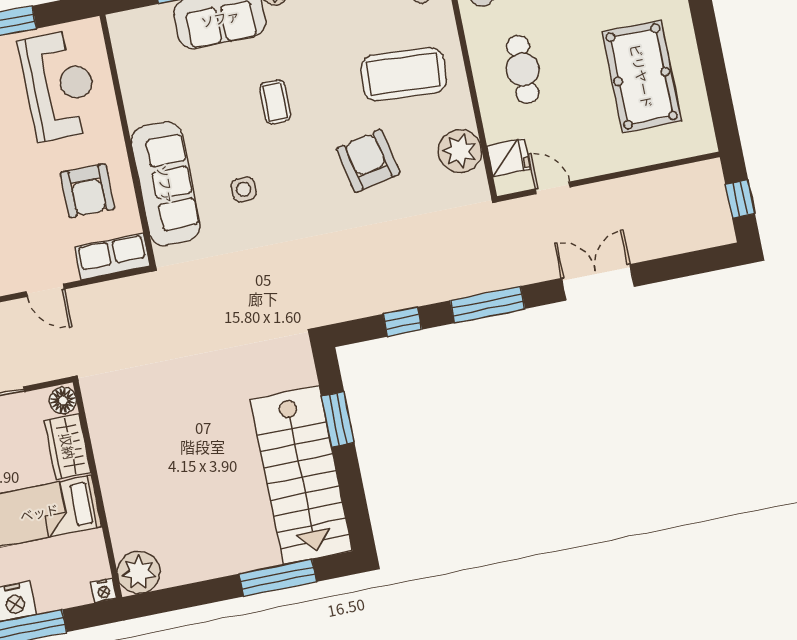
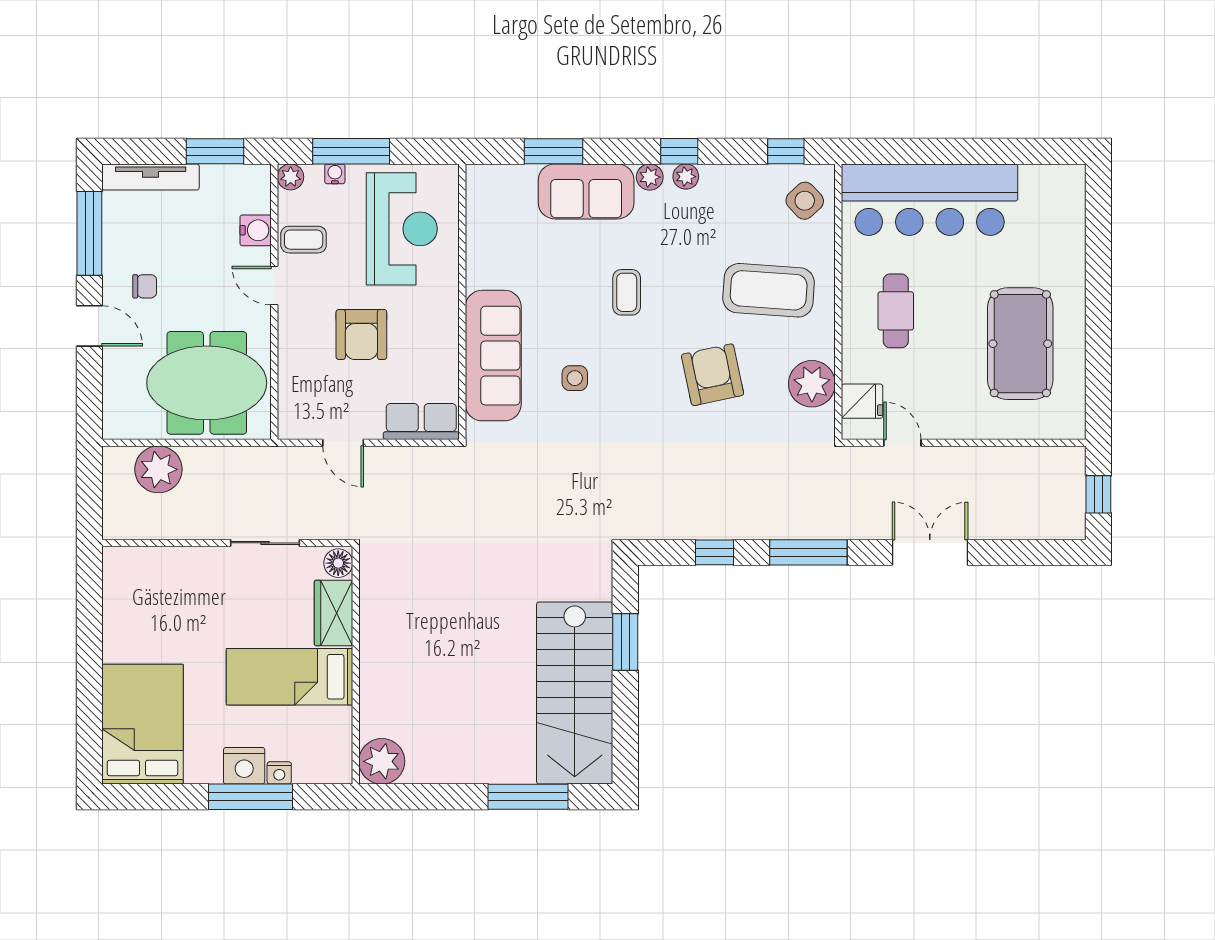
armchair: (87, 191) -> (361, 334), moved
nightstand: (103, 590) -> (279, 773), moved

